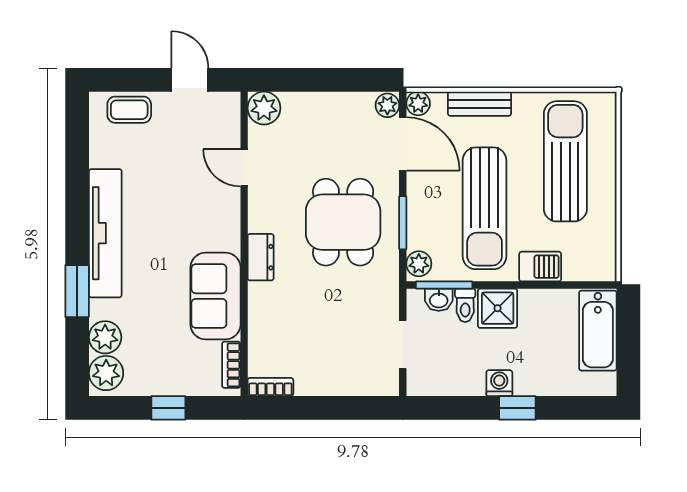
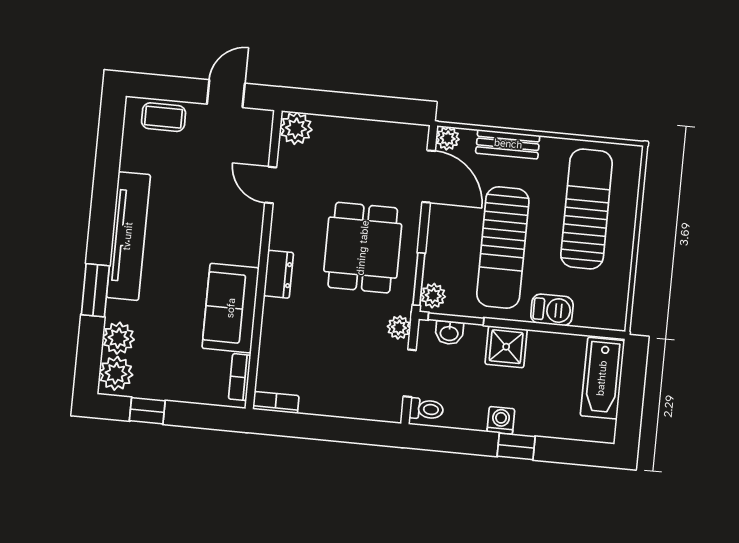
door: (190, 80) -> (226, 94), hinge flipped
plant: (387, 105) -> (399, 327), moved
window: (403, 223) -> (419, 279), moved
toilet: (465, 305) -> (426, 409), moved, turned -90
window: (168, 408) -> (147, 411), moved

